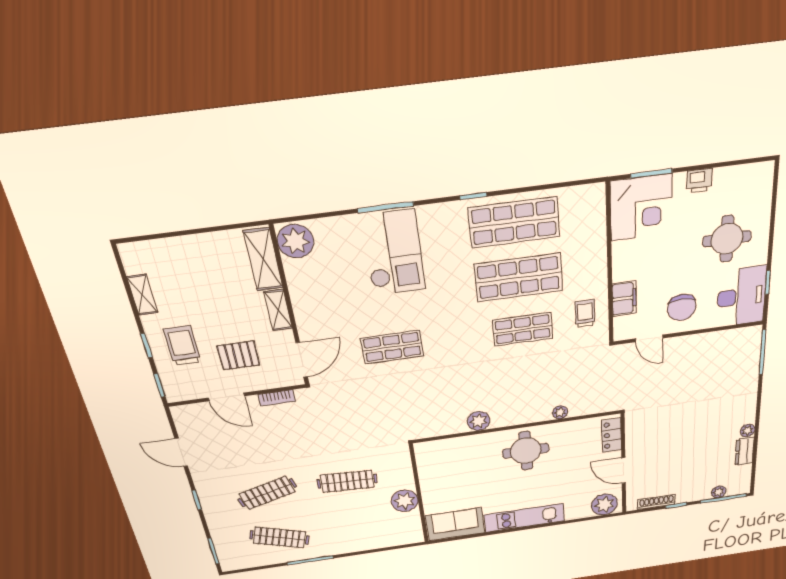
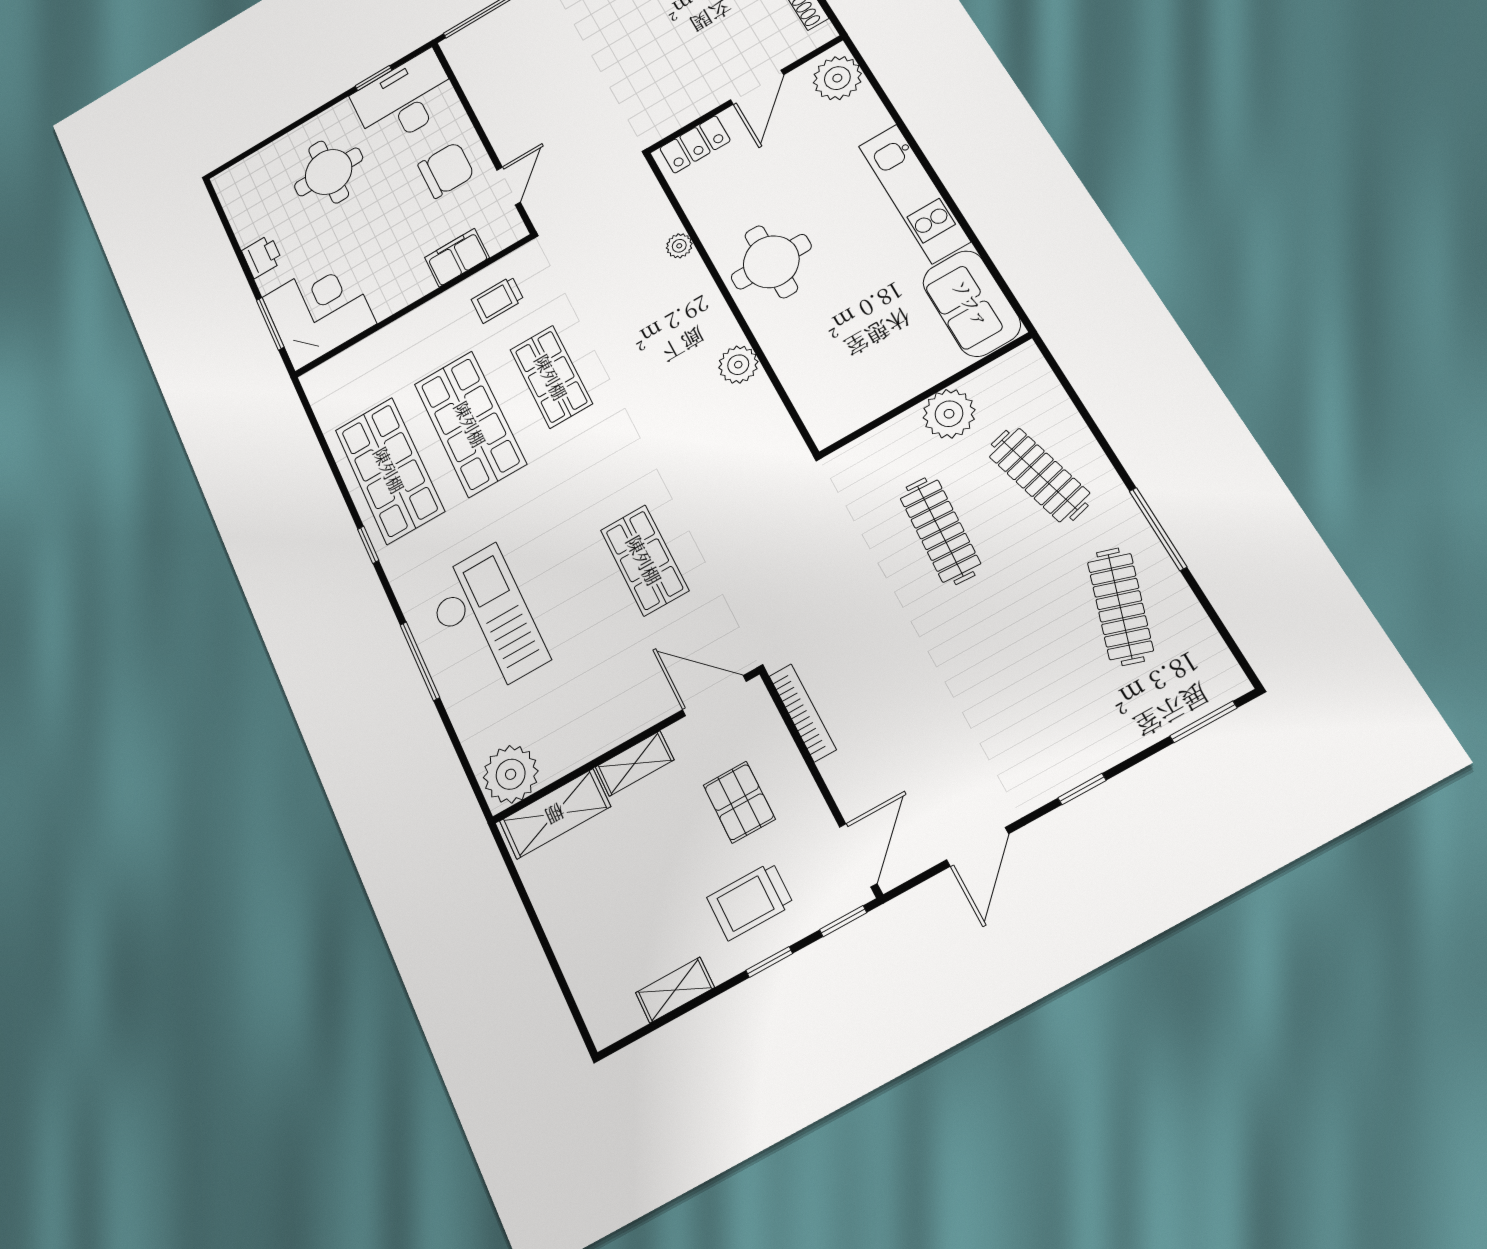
checkout: (394, 253) -> (486, 622), turned 90
door: (227, 397) -> (858, 855), moved
bookcase: (277, 398) -> (803, 713), width x1.56
clothes rail: (267, 493) -> (1039, 475), moved

